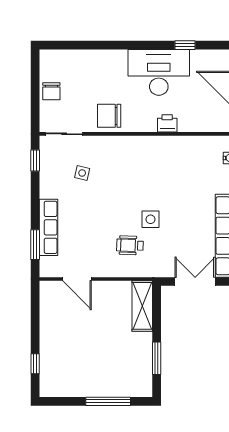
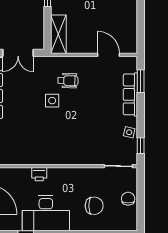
chair: (109, 116) -> (94, 206), moved
side table: (82, 173) -> (129, 132), moved

